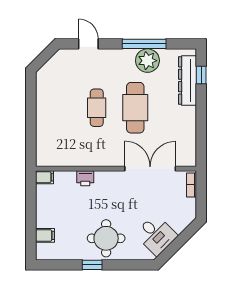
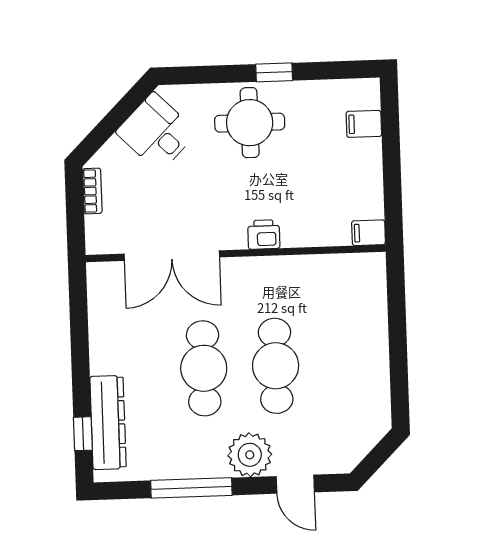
plant: (147, 61) -> (250, 455), moved
cafe table: (97, 108) -> (276, 366), width x1.37, depth x1.35
printer: (85, 178) -> (264, 235), moved
bookcase: (192, 185) -> (92, 191), moved

